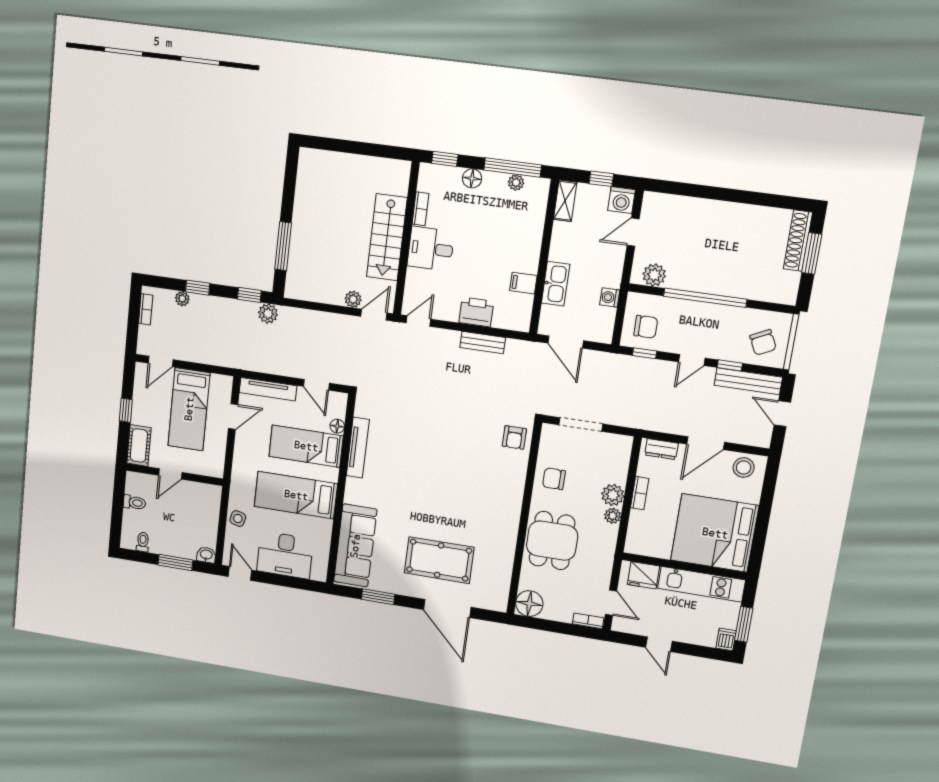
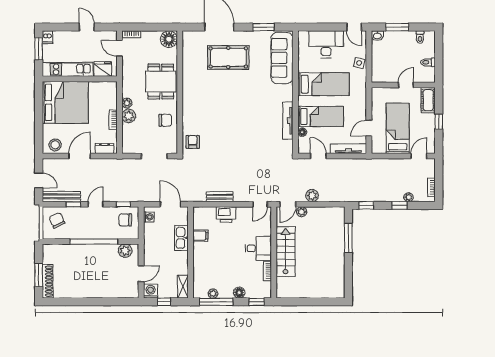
washing machine: (610, 297) -> (149, 217), moved
plant: (268, 314) -> (312, 196), moved

